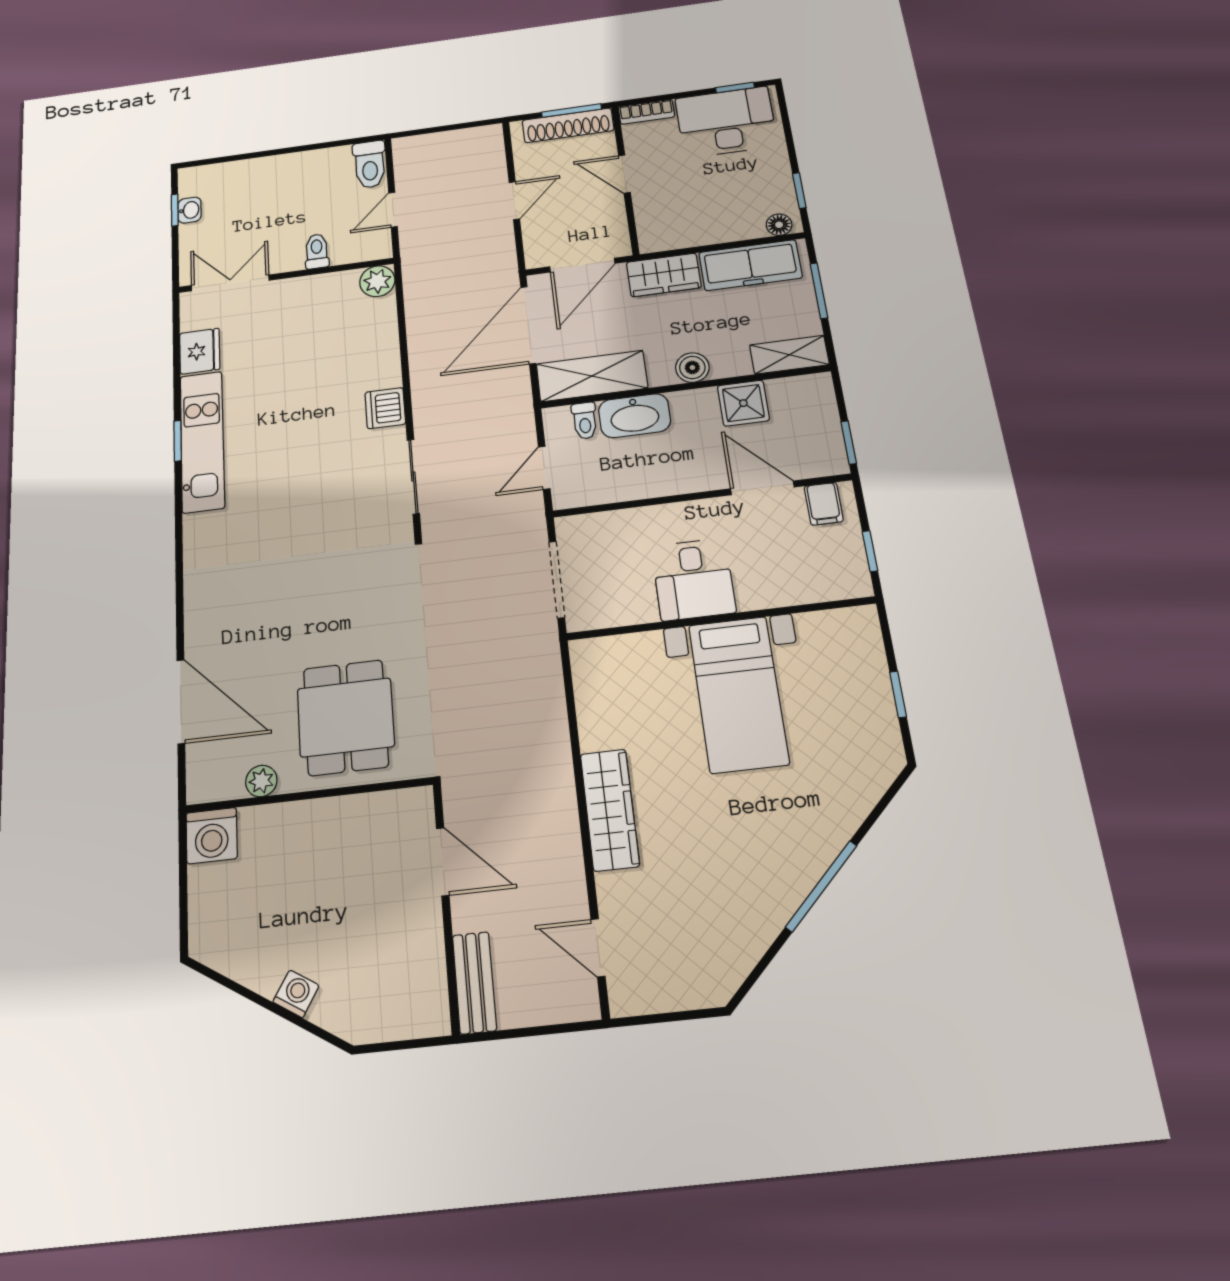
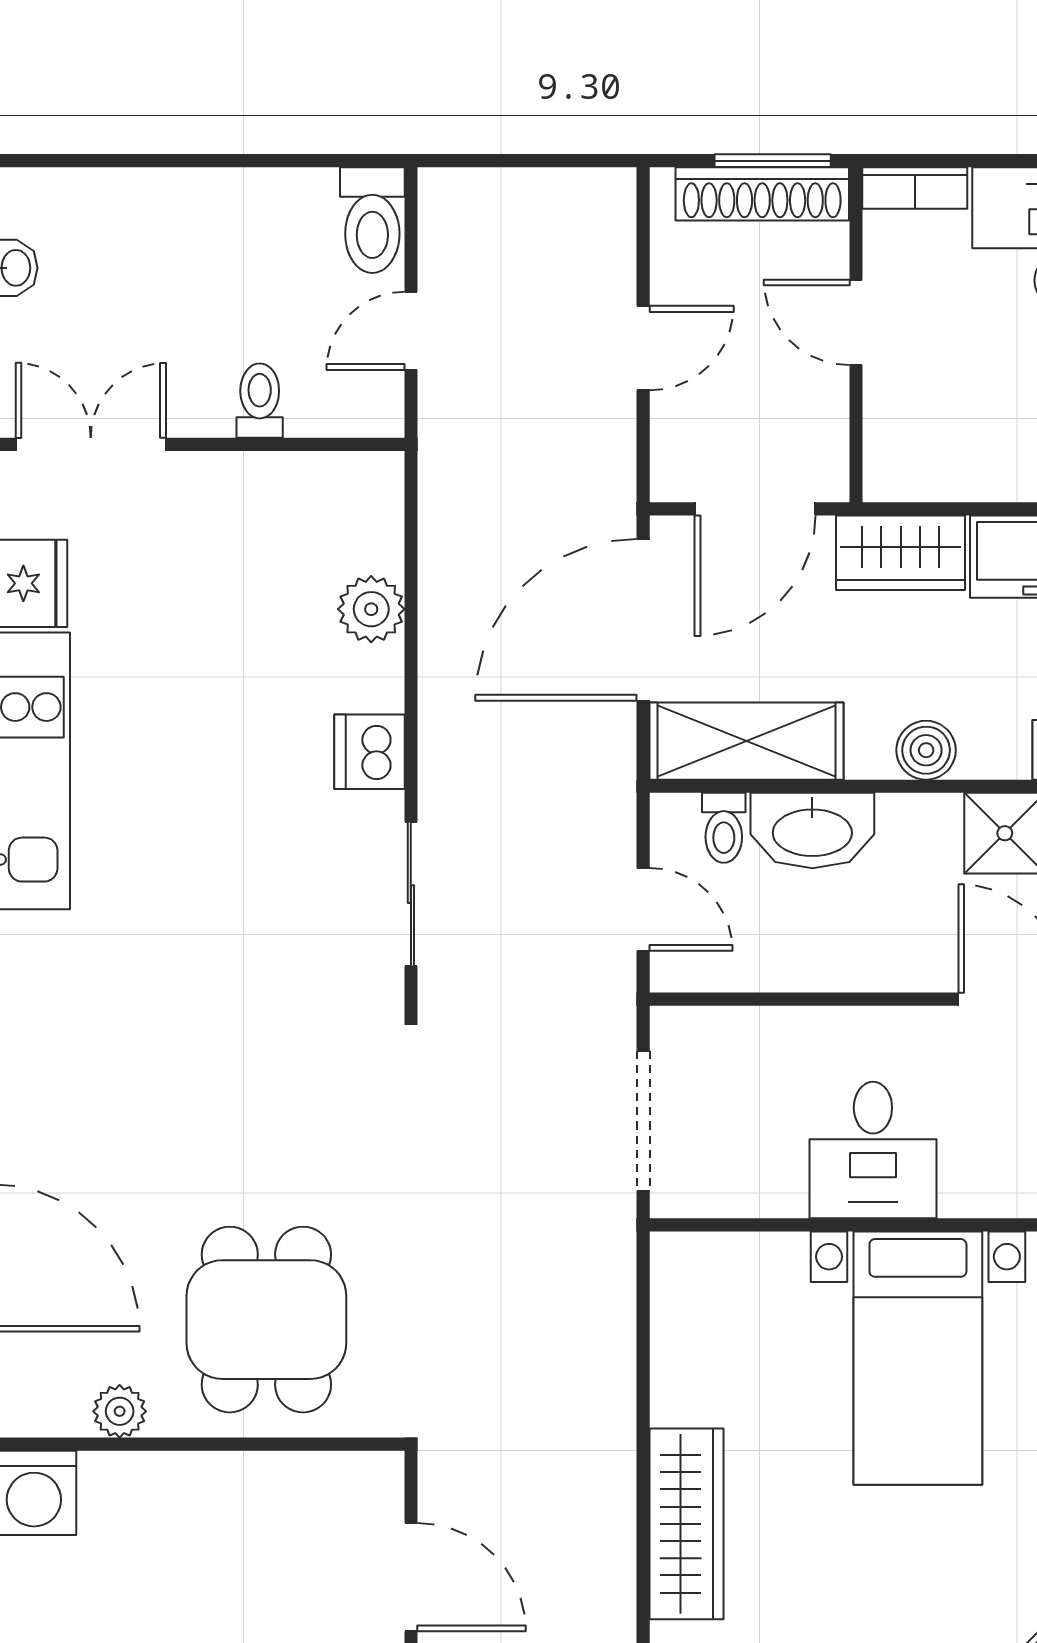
plant: (377, 281) -> (371, 609), moved
door: (544, 468) -> (643, 909), swing flipped

